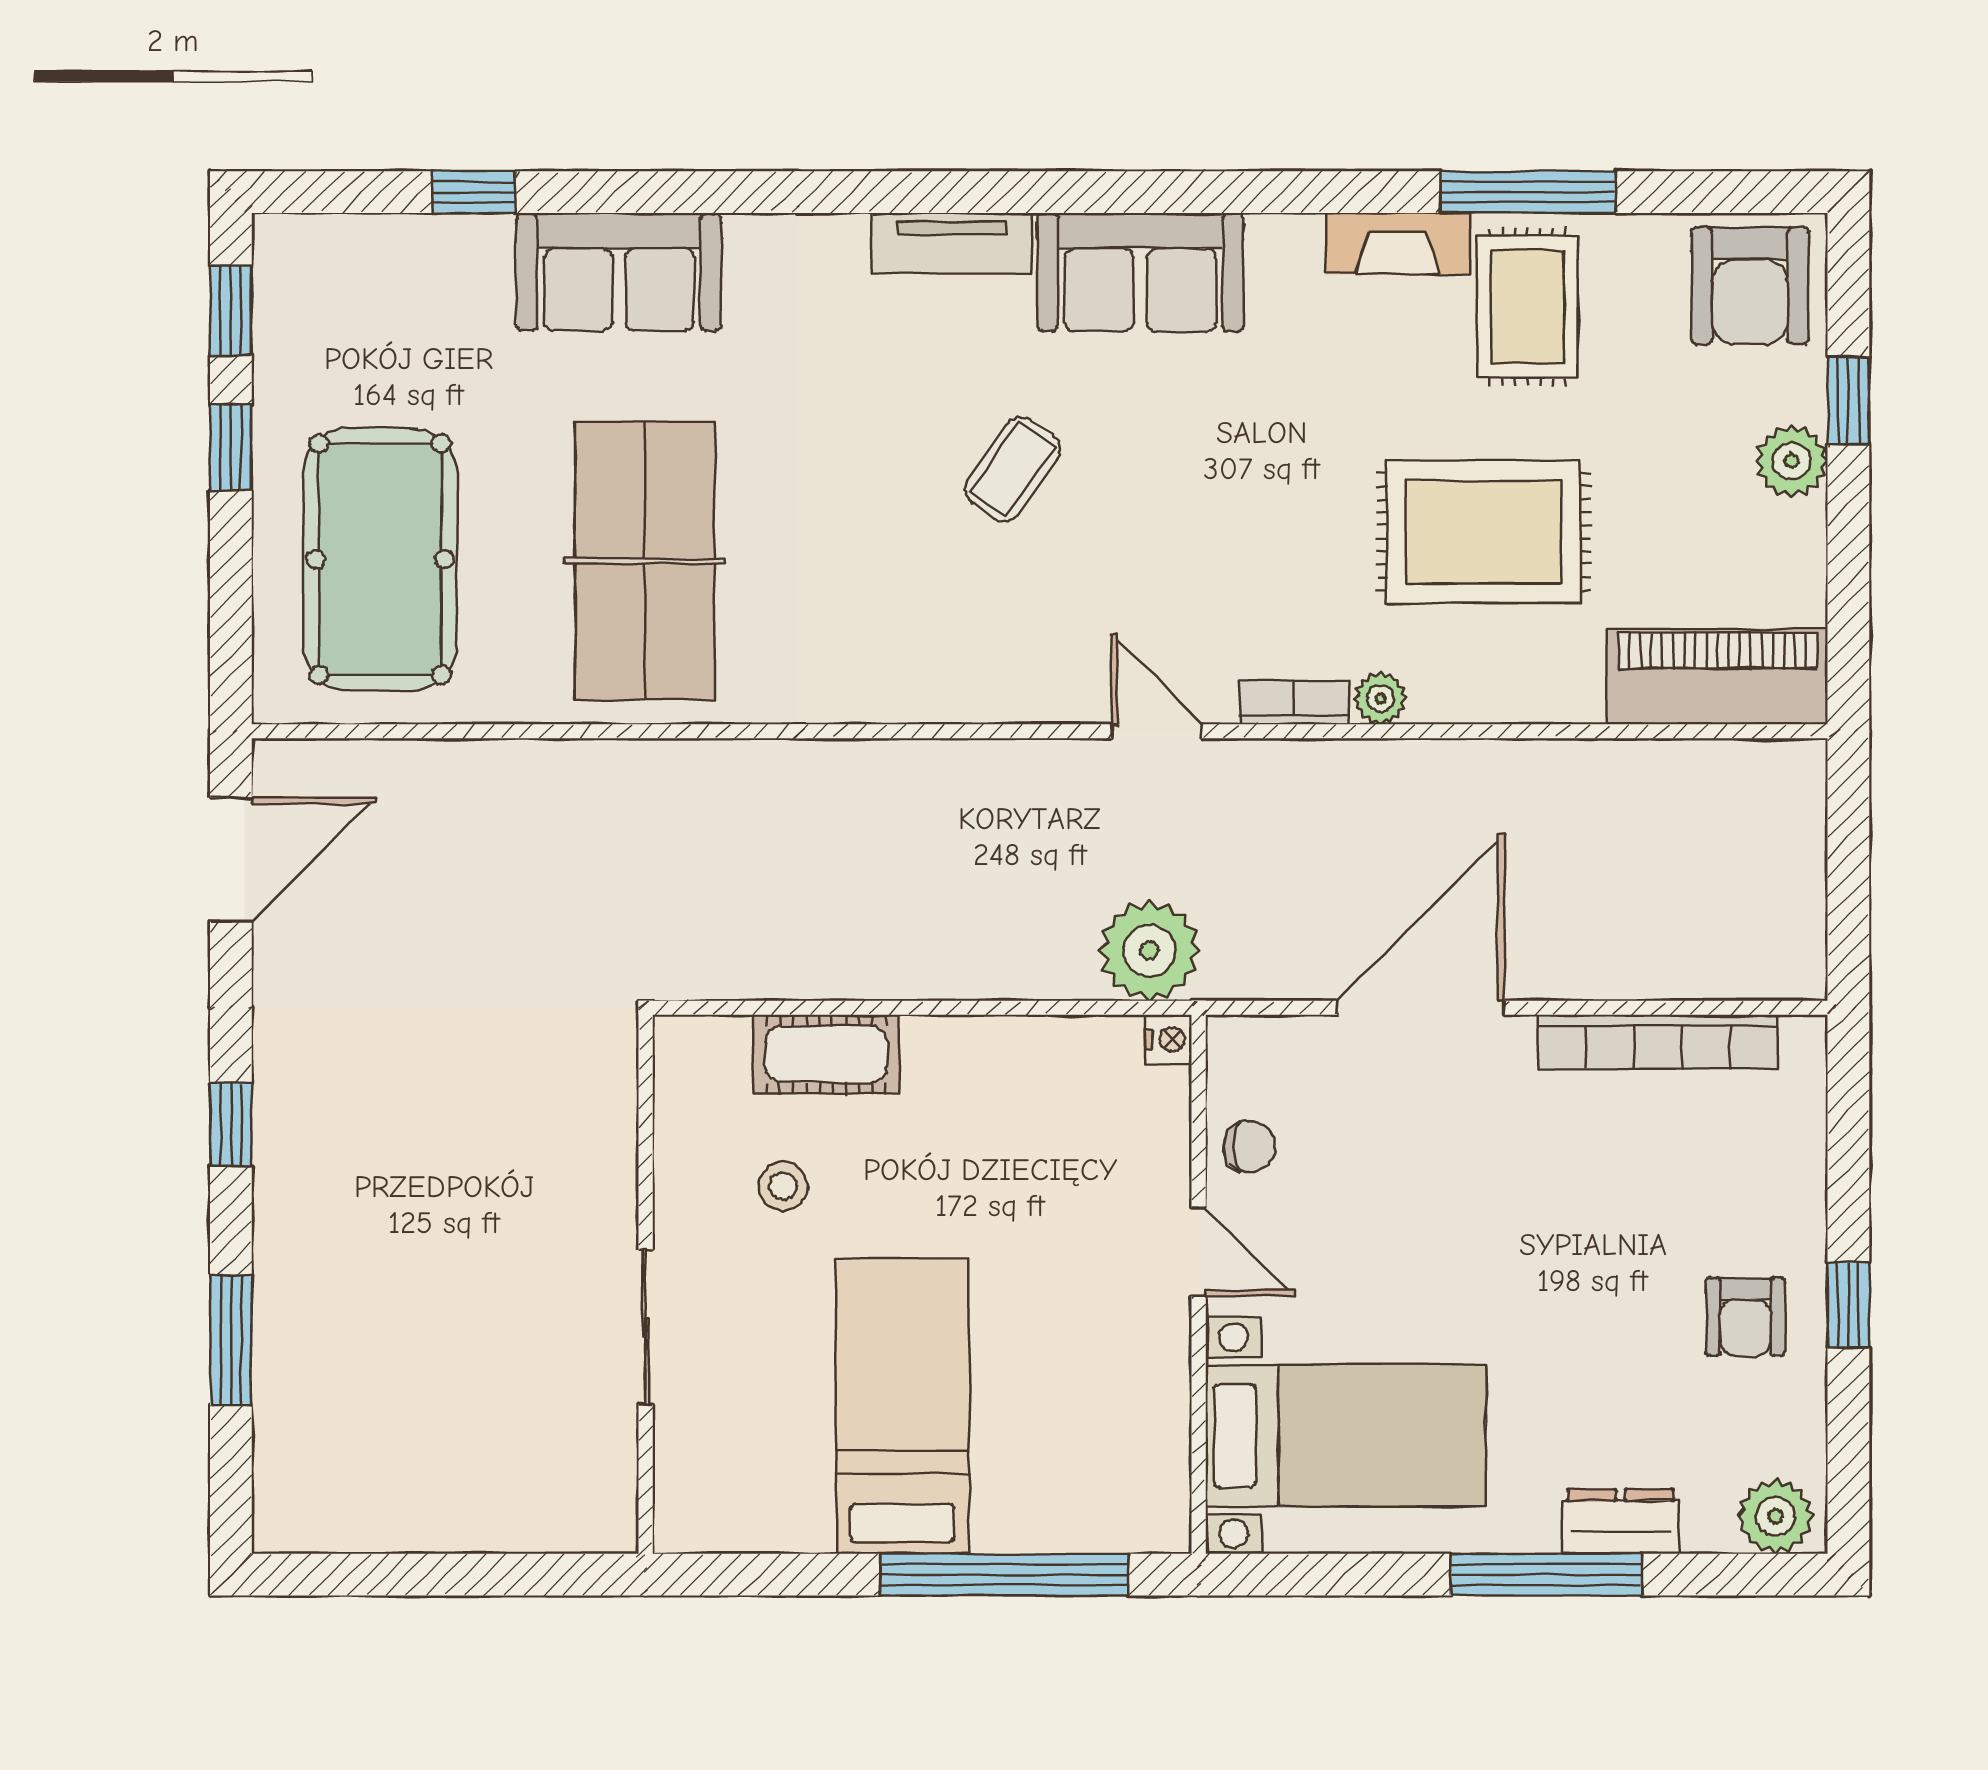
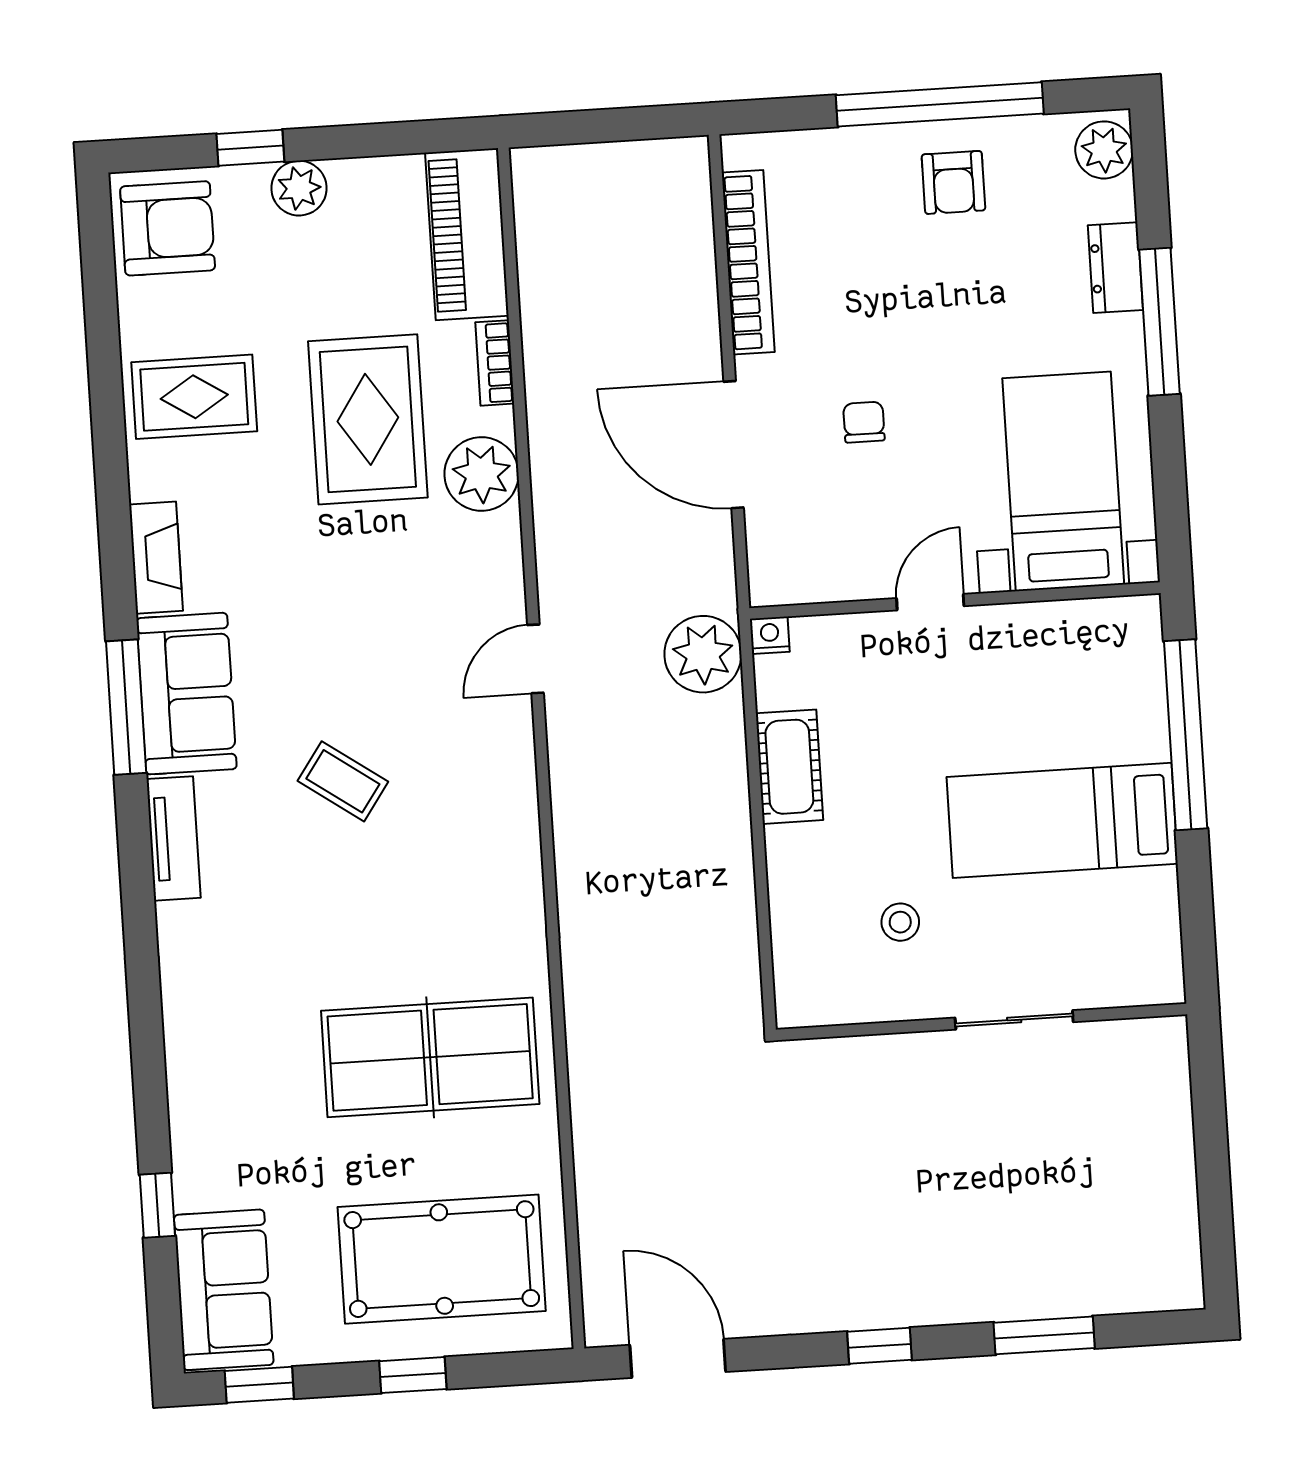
window: (1528, 192) -> (126, 707), moved
fireplace: (1398, 243) -> (156, 558), moved
sofa: (619, 272) -> (224, 1290), moved
window: (231, 448) -> (413, 1375), moved
plant: (1380, 698) -> (482, 474), width x1.87, depth x1.87
bookcase: (1294, 702) -> (495, 363), moved
cot: (826, 1054) -> (789, 767), moved
chair: (1249, 1147) -> (864, 422), moved
window: (1848, 1305) -> (940, 104), width x3.17
armchair: (1745, 1317) -> (953, 182), turned 90

